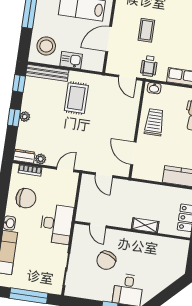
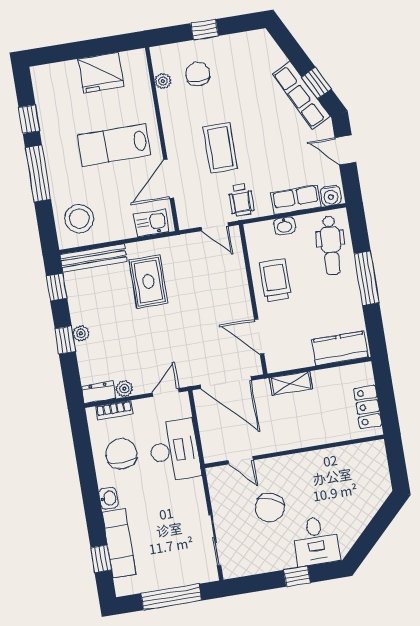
coffee table: (146, 30) -> (220, 148), width x1.36, depth x1.30
kitchen sink: (71, 60) -> (151, 223), moved
washbasin: (154, 88) -> (284, 226), moved
door: (104, 175) -> (226, 383), width x1.88
chair: (26, 198) -> (121, 454), turned -93
desk: (57, 224) -> (174, 450), moved
shelving: (145, 225) -> (291, 383), moved

